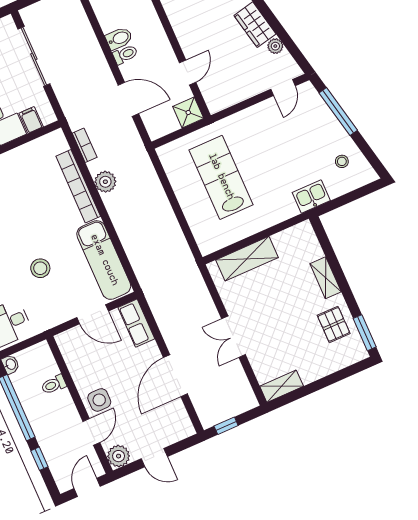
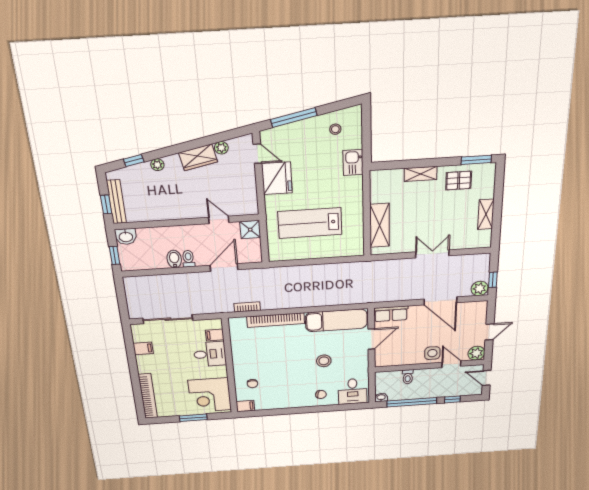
fridge: (262, 120) -> (277, 178), added
plant: (105, 182) -> (480, 288), moved
double door: (234, 337) -> (432, 254), swing flipped
shelving: (282, 386) -> (486, 214), moved

